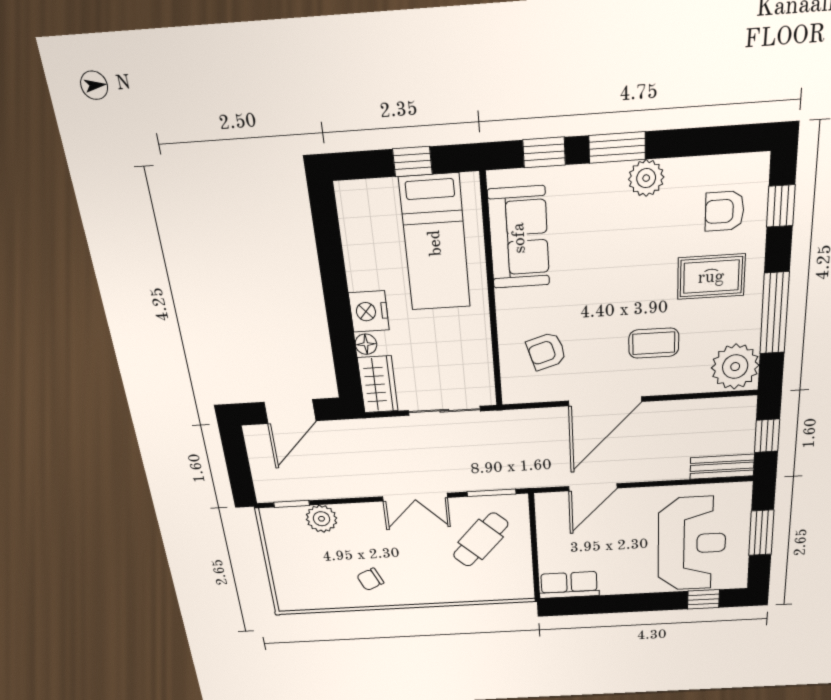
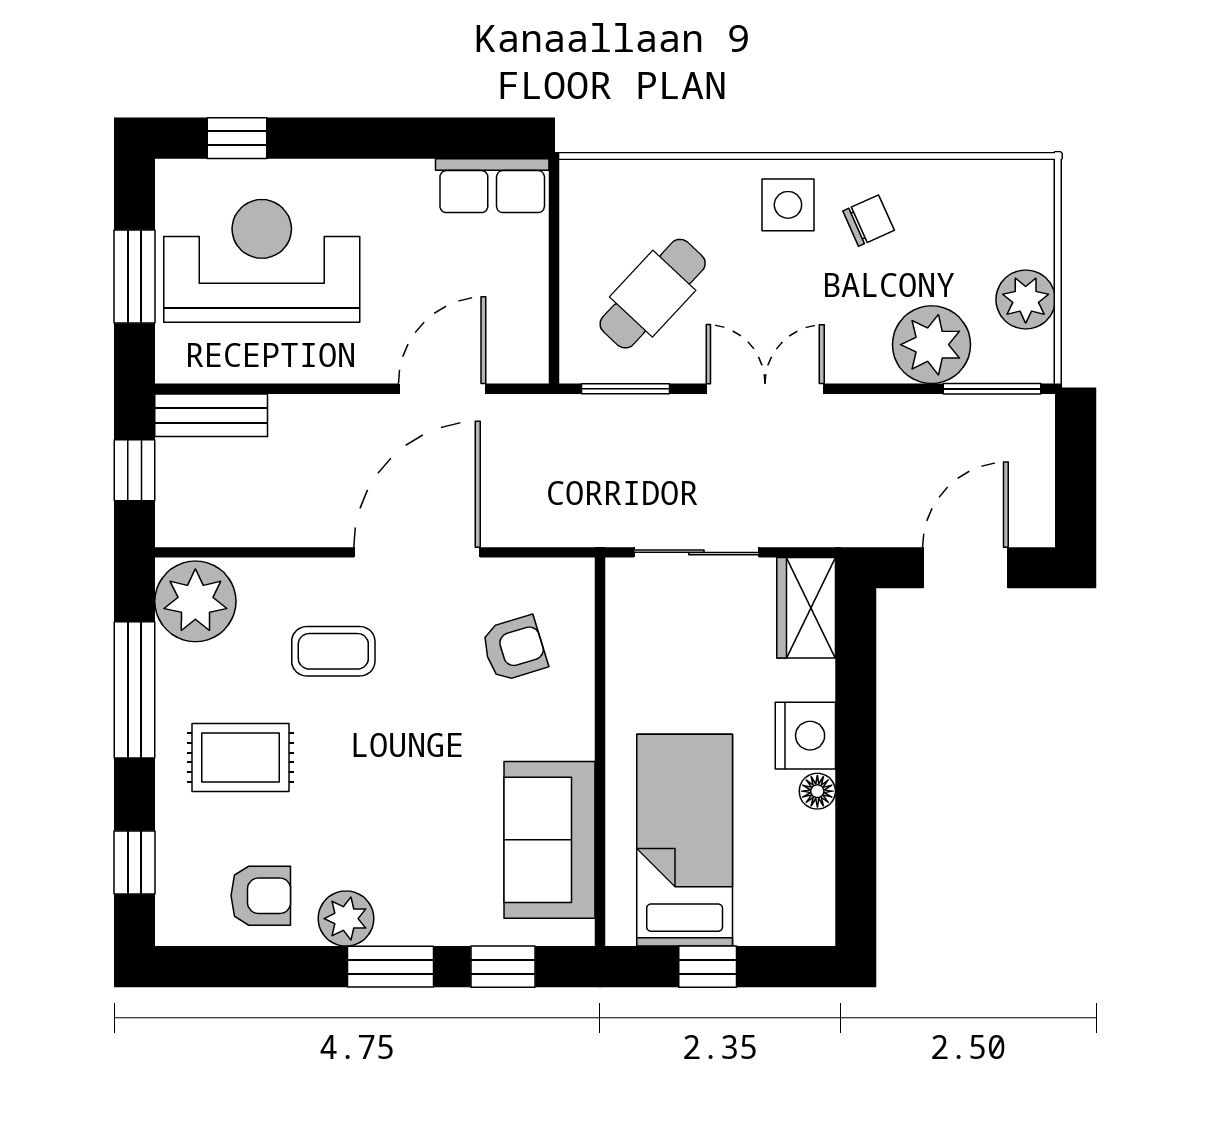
armchair: (725, 211) -> (261, 896), moved
floor lamp: (366, 344) -> (817, 791), moved
window: (292, 504) -> (992, 389), width x1.50
plant: (322, 519) -> (931, 345), width x1.36, depth x1.36
reception desk: (692, 544) -> (262, 261), turned 90
plant: (282, 547) -> (1026, 300), added
side table: (413, 584) -> (788, 205), added

